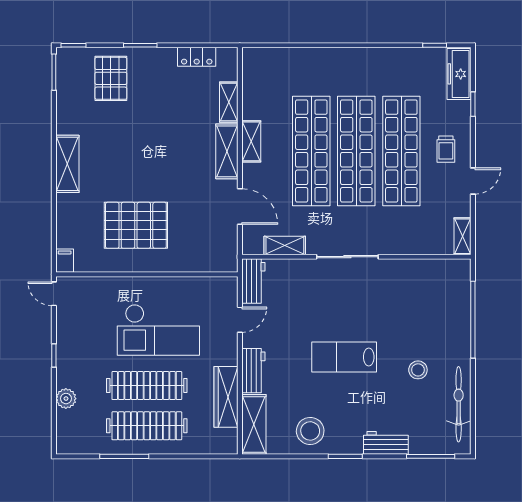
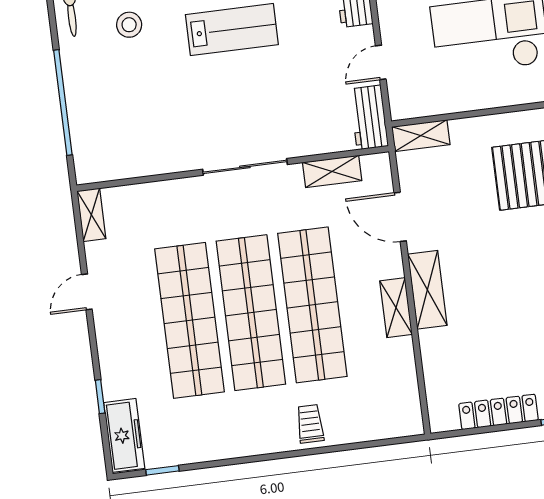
locker: (197, 57) -> (498, 412), width x1.53
shelving: (229, 102) -> (421, 136), moved, turned 90
trolley: (446, 149) -> (310, 424), moved

